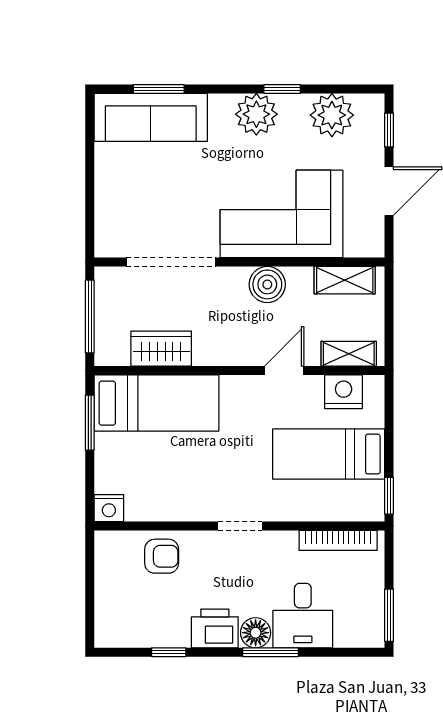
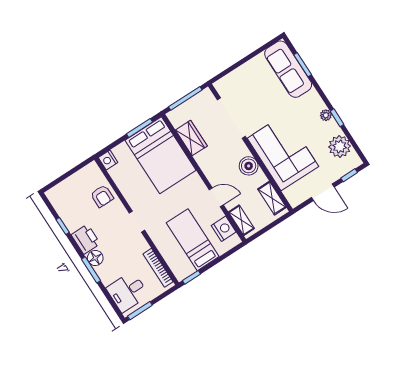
plant: (256, 114) -> (326, 115), width x0.53, depth x0.53
bed: (157, 403) -> (161, 155), width x1.50
desk: (303, 616) -> (128, 292), moved

